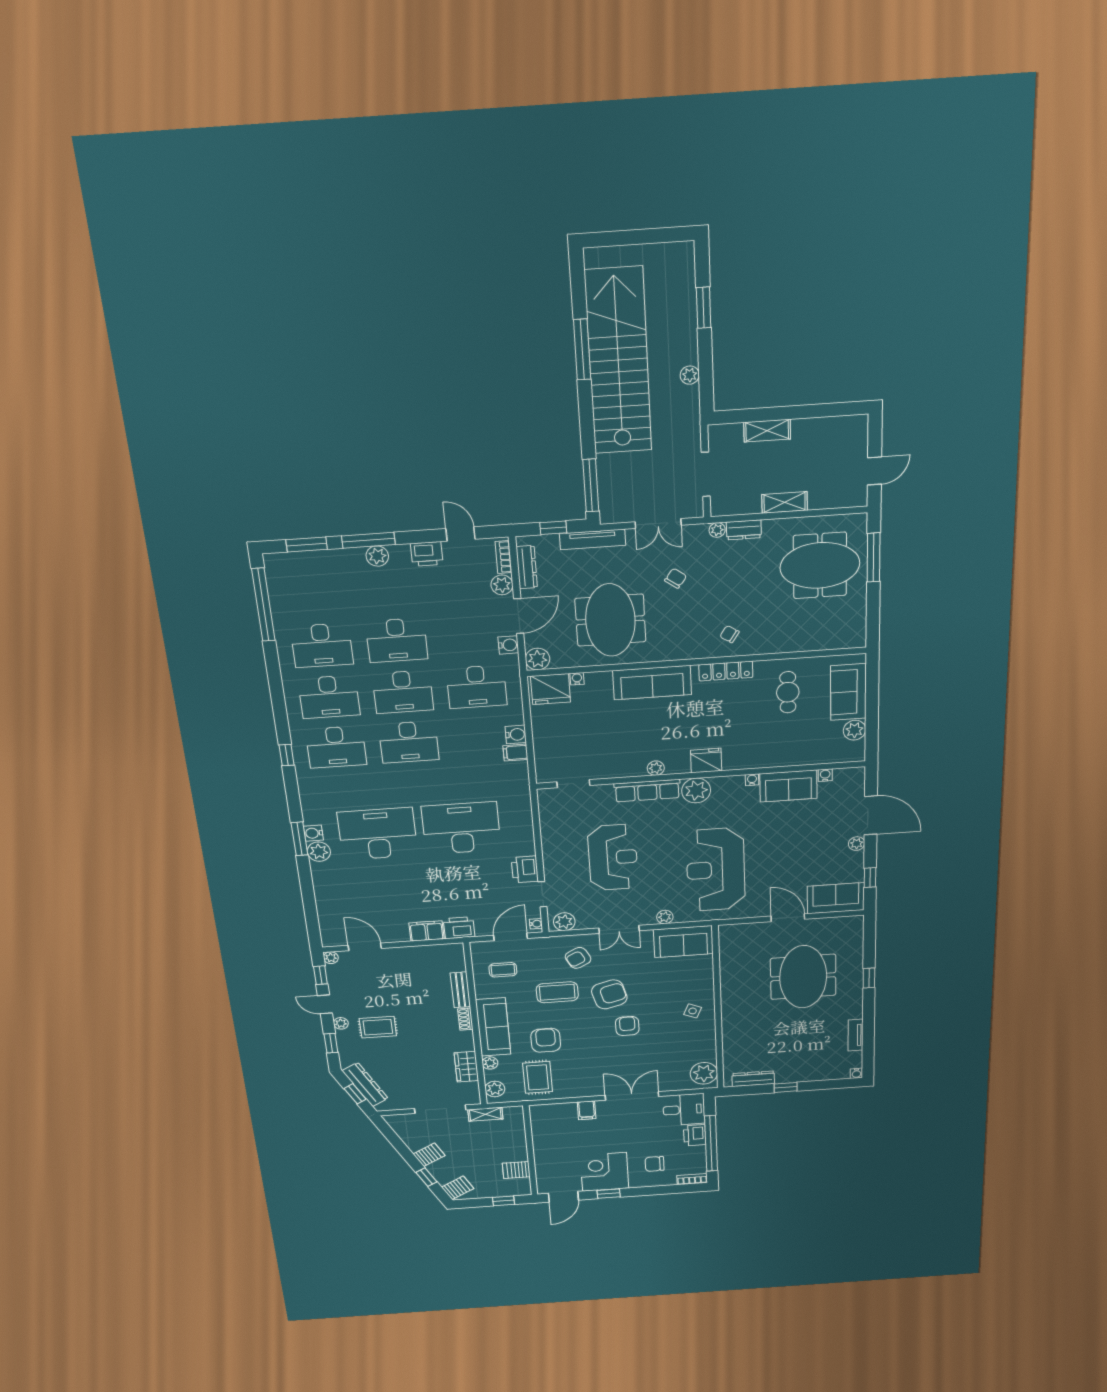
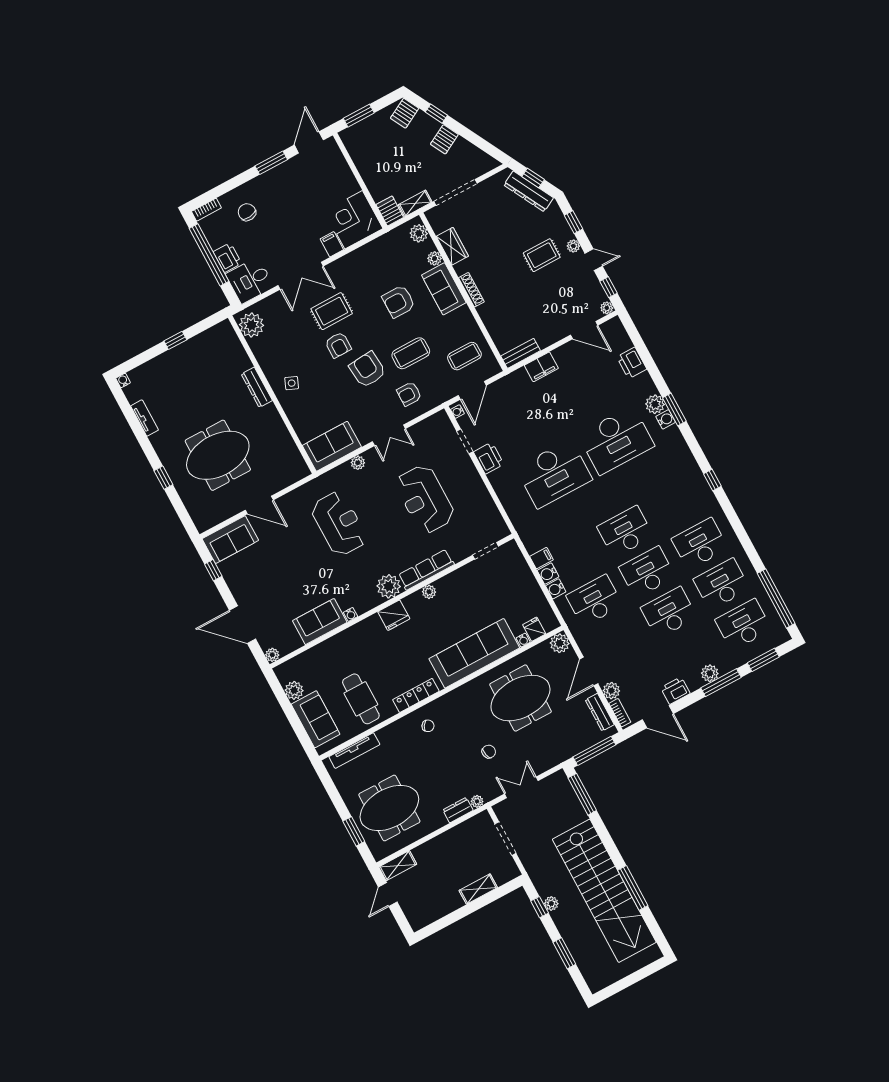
window: (706, 377) -> (540, 907), added
shelving: (785, 502) -> (398, 866), moved
window: (553, 528) -> (594, 751), width x2.17
door: (461, 534) -> (658, 717), width x1.38
tv unit: (593, 539) -> (354, 751), moved, turned 180
window: (874, 557) -> (354, 831), width x0.69
chair: (676, 578) -> (489, 752), turned -139
meeting table: (610, 620) -> (520, 698), turned 90
water cooler: (508, 645) -> (556, 589), moved
sofa: (652, 683) -> (474, 653), width x1.36, depth x1.27
fridge: (551, 689) -> (534, 629), width x0.53, depth x0.75
cafe table: (788, 692) -> (361, 699), width x1.37, depth x1.35
desk: (336, 747) -> (743, 625), moved
water cooler: (825, 775) -> (296, 643), removed
plant: (857, 844) -> (272, 655), moved
reception desk: (716, 870) -> (339, 524), width x0.74, depth x0.77
plant: (564, 922) -> (436, 423), removed
printer: (459, 928) -> (632, 363), moved, turned 90
double door: (619, 929) -> (389, 435), swing flipped
armchair: (578, 958) -> (409, 394), turned -153
coffee table: (503, 970) -> (464, 356), width x1.36, depth x1.30
meeting table: (803, 977) -> (218, 455), turned 90
bench: (460, 990) -> (521, 353), moved, turned 90
armchair: (609, 994) -> (367, 370), turned 100
shoe rack: (465, 1019) -> (471, 290), width x1.43
sofa: (493, 1027) -> (444, 289), width x0.73
armchair: (546, 1040) -> (399, 302), turned 90
rug: (538, 1077) -> (332, 311), moved, turned 90
dresser: (753, 1079) -> (257, 387), moved, turned 90
chair: (655, 1164) -> (247, 212), turned -97
server rack: (516, 1170) -> (390, 211), moved, turned -90
corner desk: (604, 1172) -> (354, 220), moved, turned 180
window: (609, 1194) -> (271, 163), width x1.50
window: (503, 1201) -> (359, 116), width x1.50

